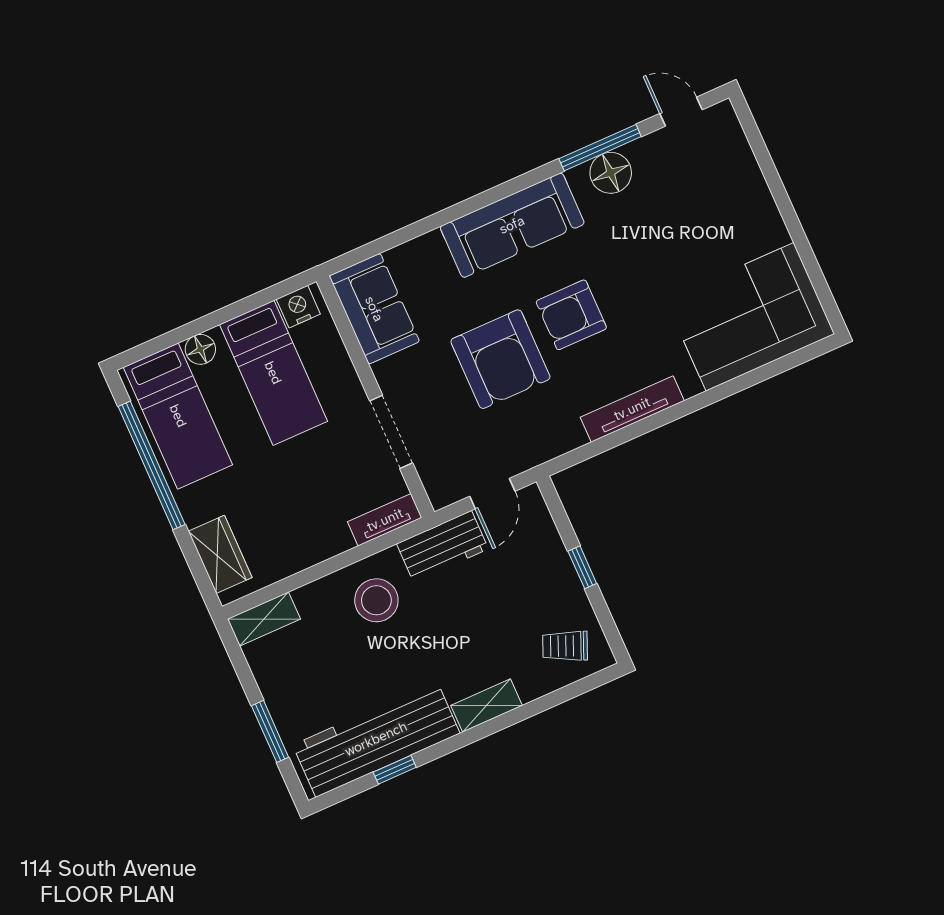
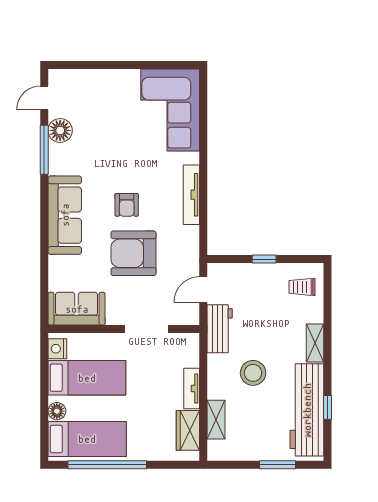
floor lamp: (611, 173) -> (60, 130), moved
armchair: (571, 315) -> (127, 205), width x0.72, depth x0.72
armchair: (500, 359) -> (133, 253), turned 180
door: (492, 494) -> (203, 290), swing flipped
tv unit: (385, 520) -> (192, 388), moved
wardrobe: (220, 554) -> (188, 430), moved, turned -90
stool: (376, 600) -> (253, 373), moved
shelving: (264, 619) -> (216, 420), moved
trolley: (565, 646) -> (302, 287), turned 67

